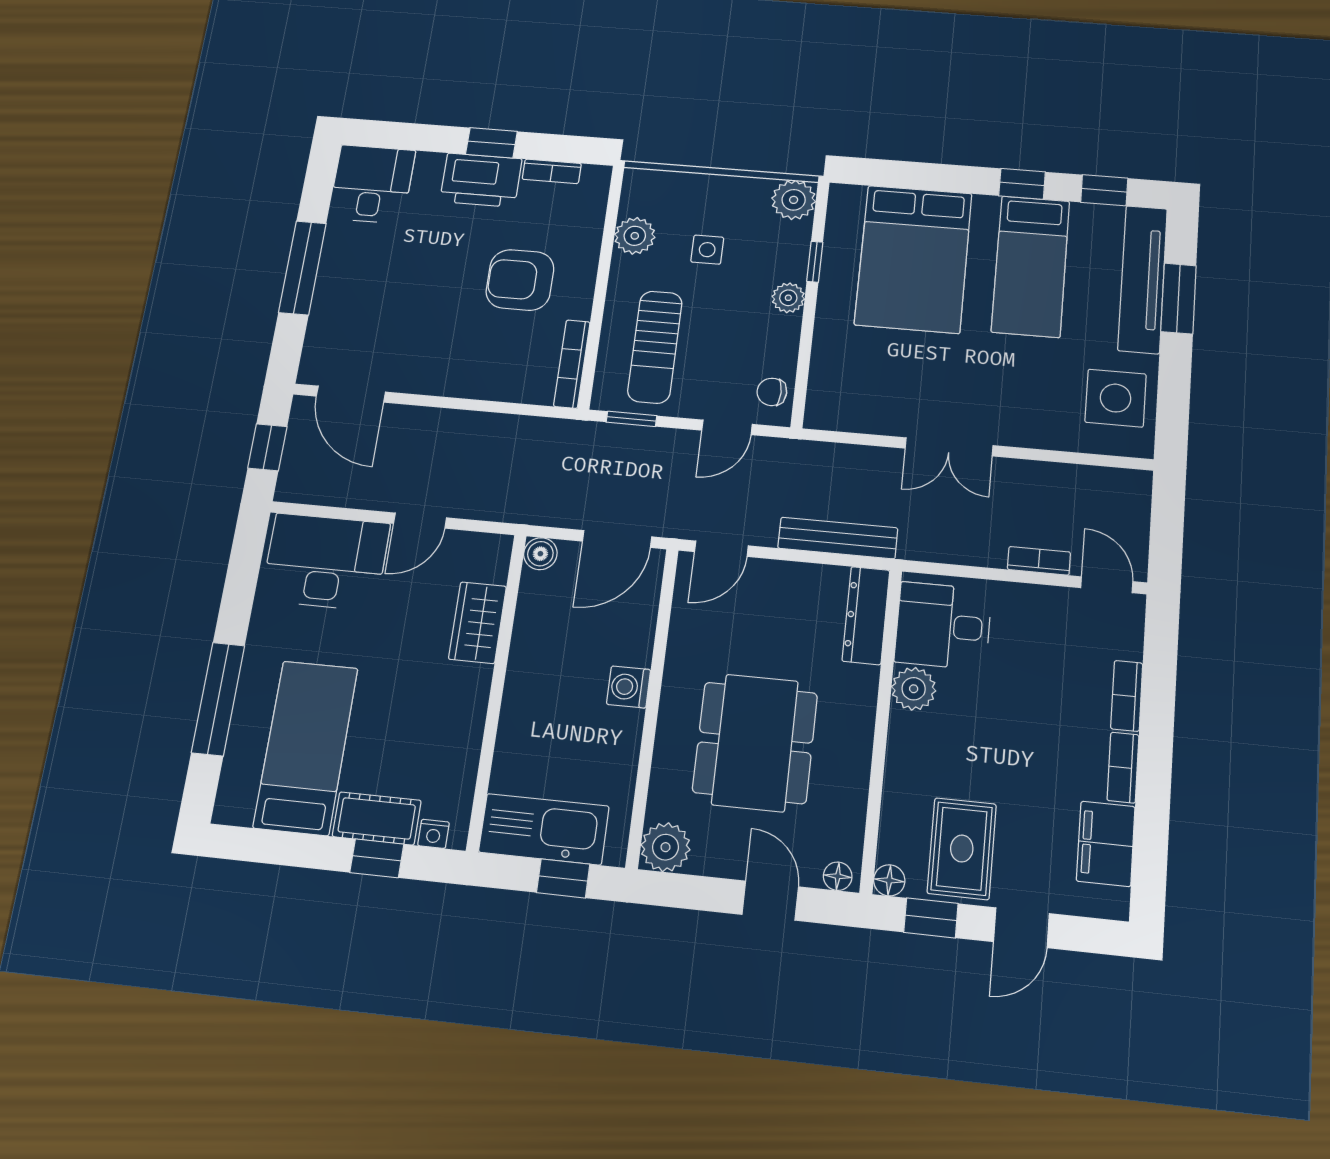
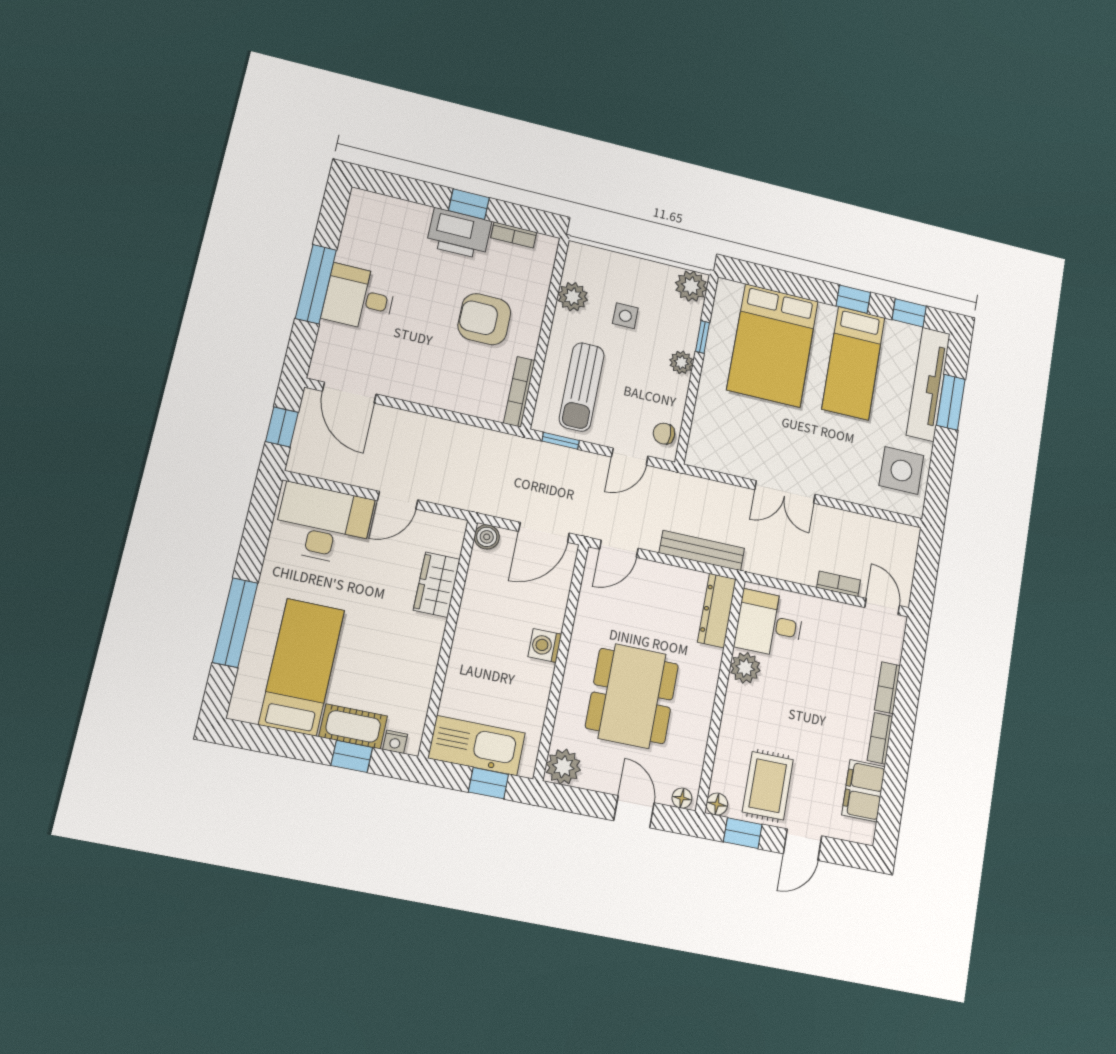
desk: (372, 184) -> (359, 298), moved, turned -90

